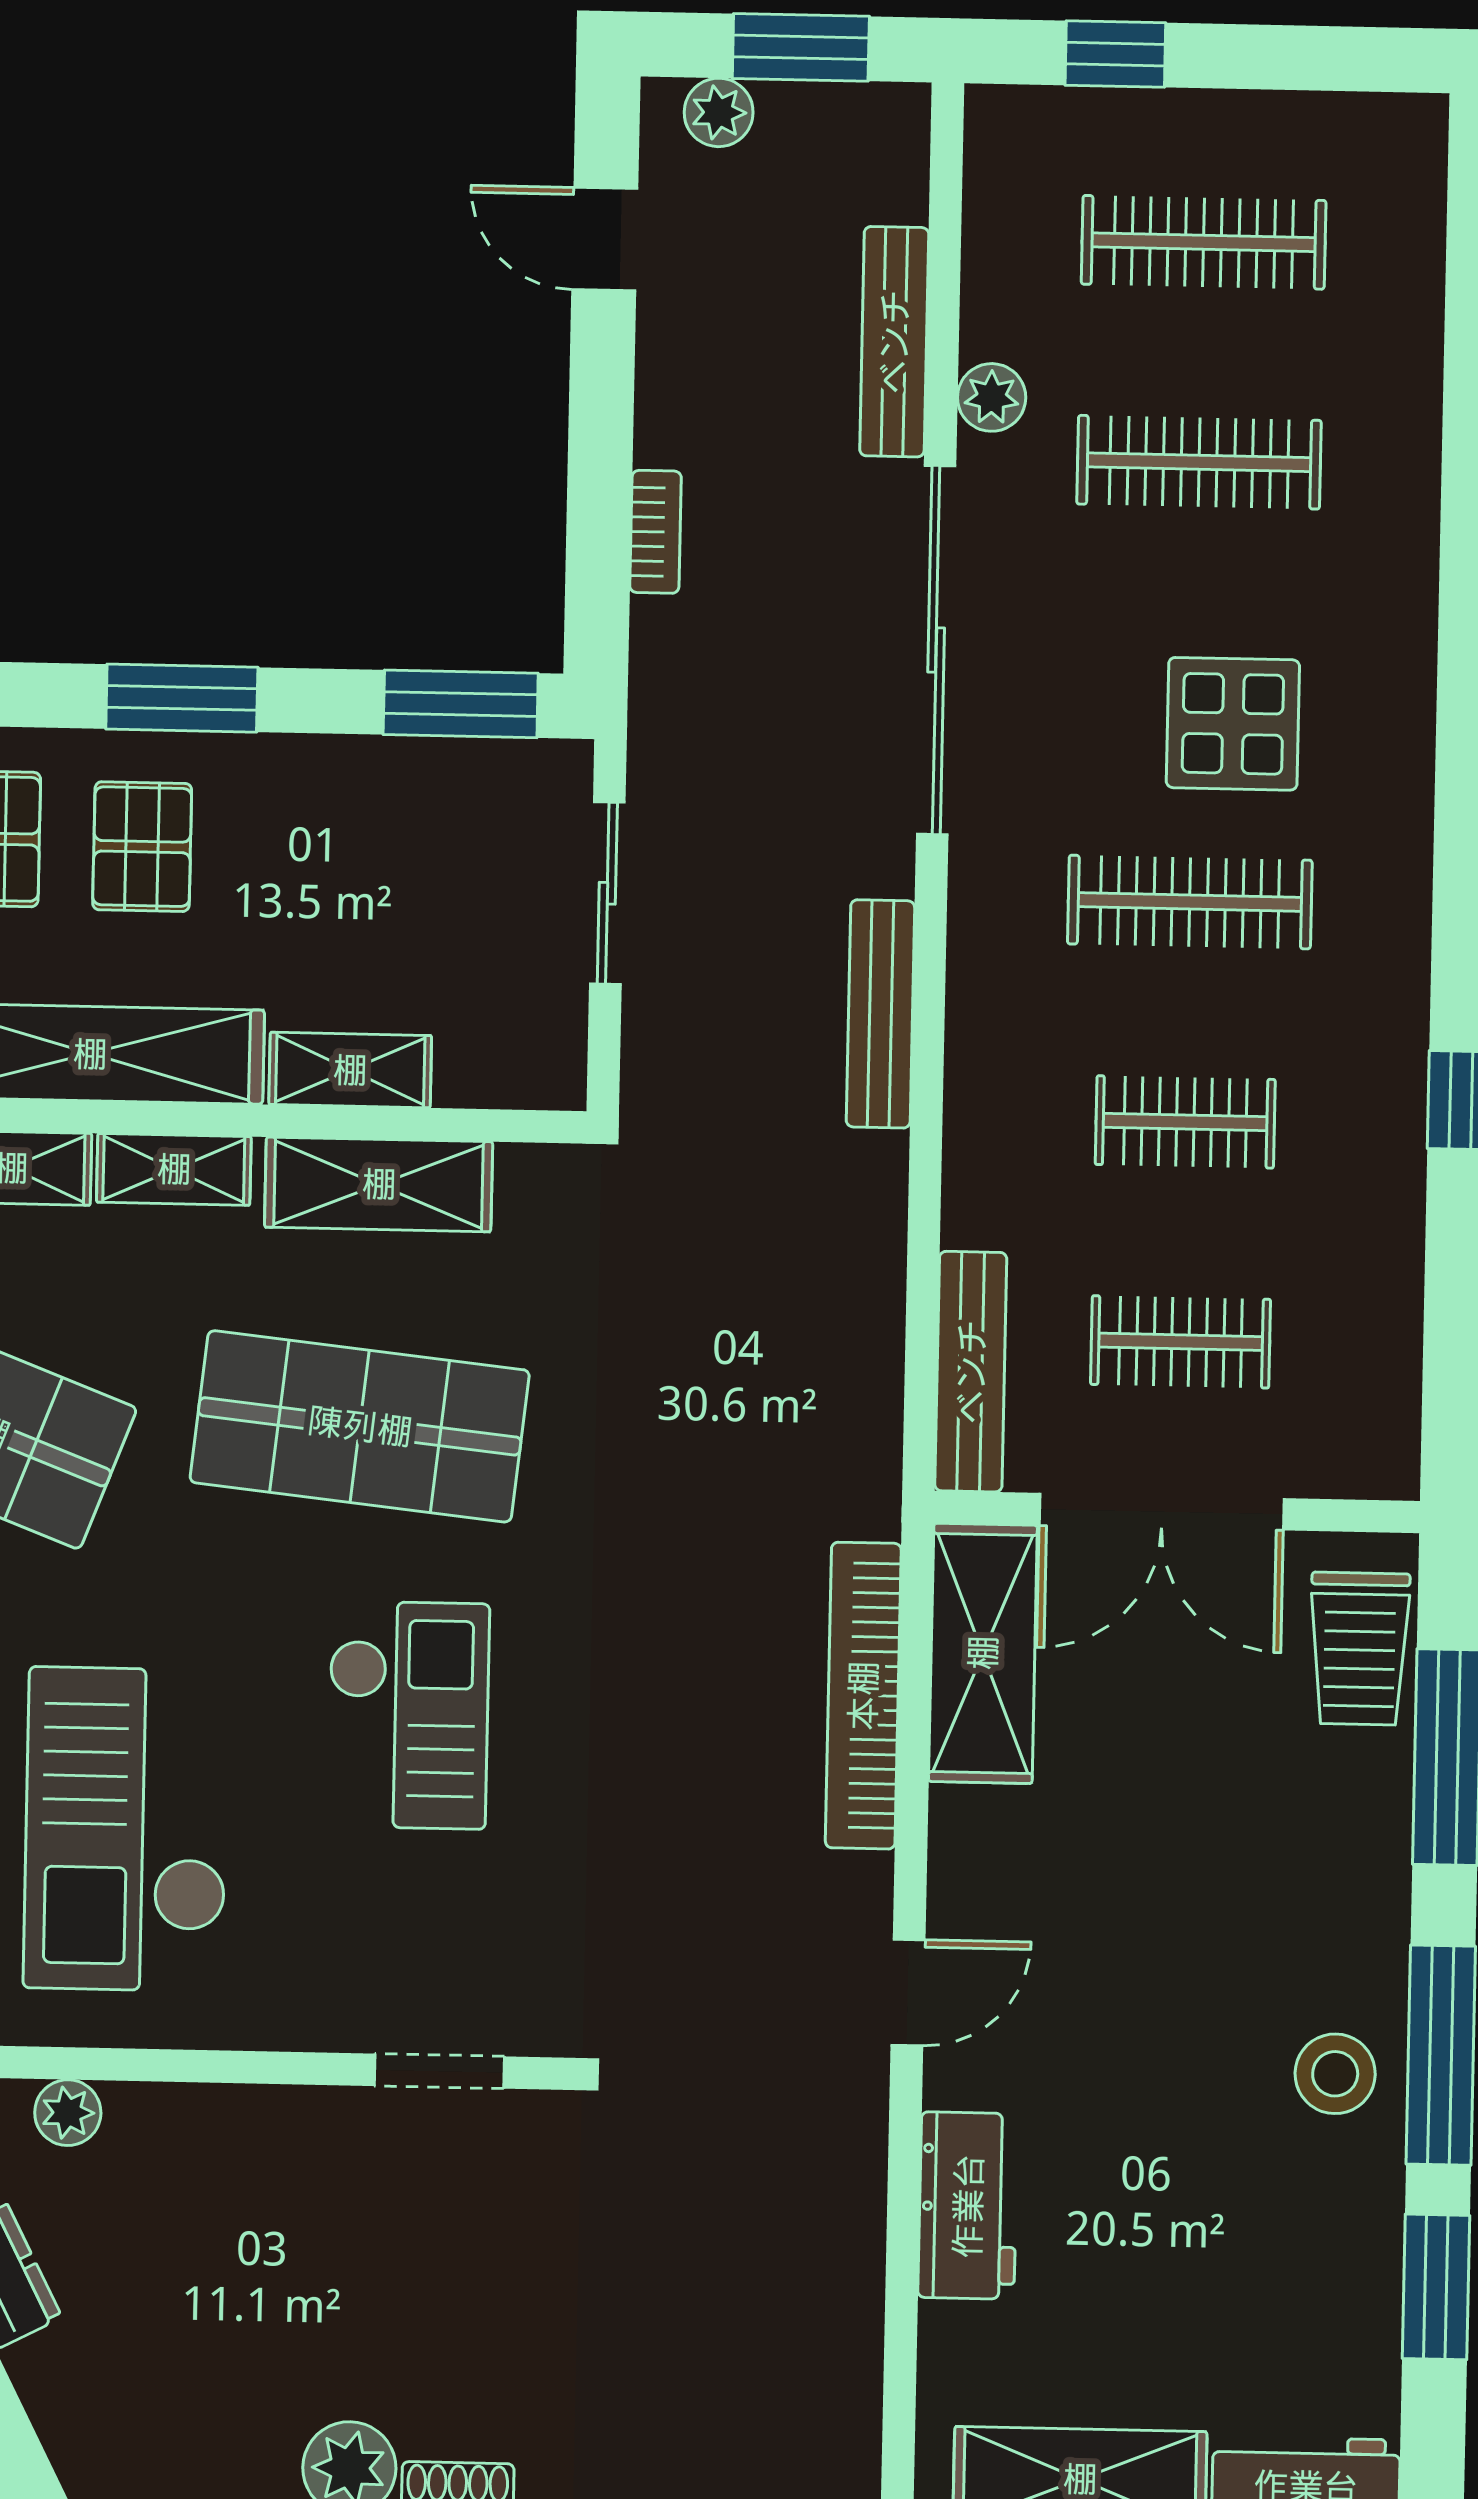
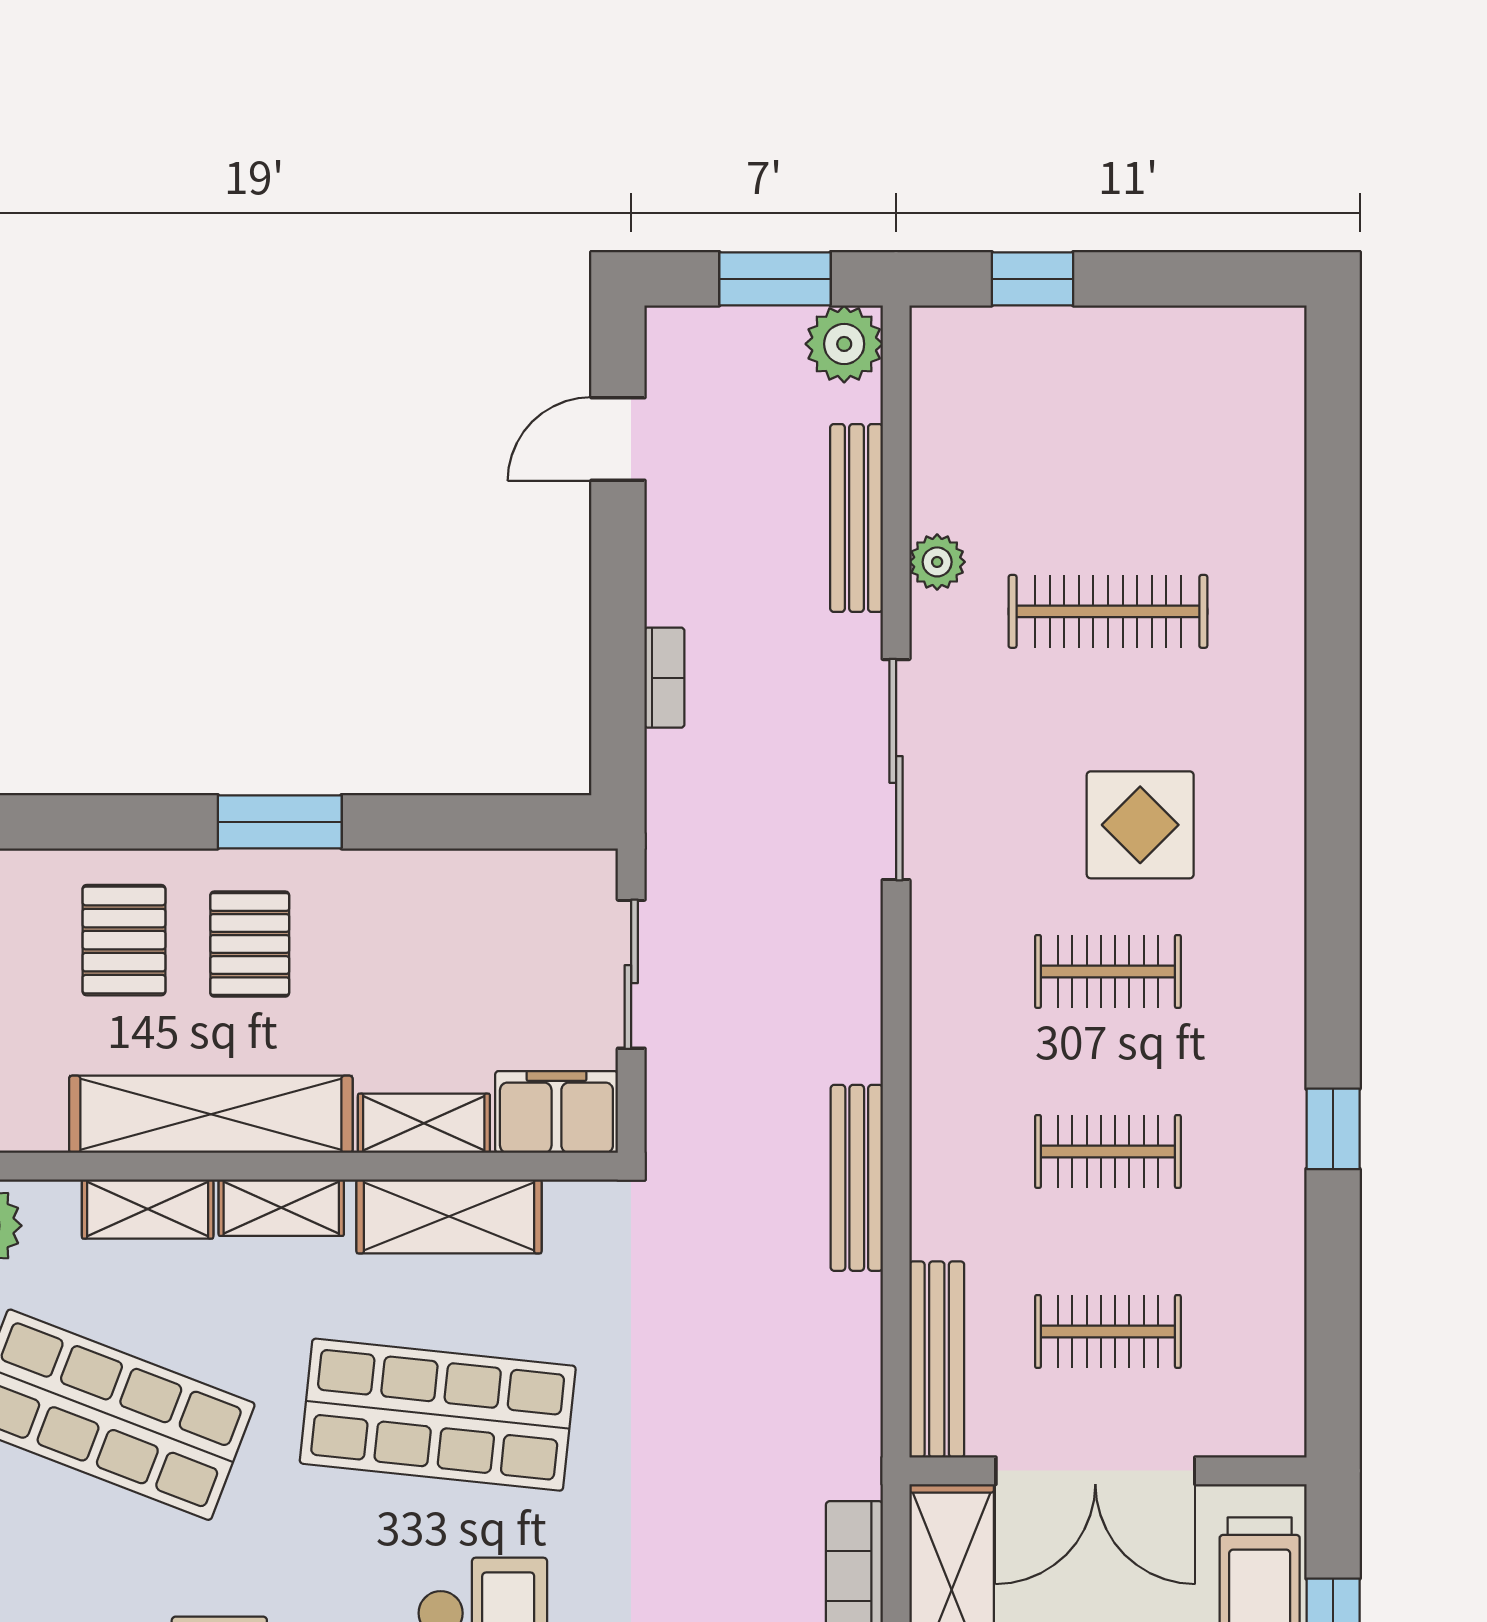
plant: (719, 112) -> (844, 344), moved, width x1.38, depth x1.38
door: (605, 239) -> (618, 439), hinge flipped
clothes rail: (1204, 242) -> (1108, 431), removed
sliding door: (936, 650) -> (896, 770), width x0.73
window: (461, 704) -> (508, 822), removed
clothes rail: (1190, 902) -> (1108, 971), width x0.73
bench: (880, 1014) -> (857, 1178), moved
filing cabinet: (513, 1060) -> (556, 1112), added

